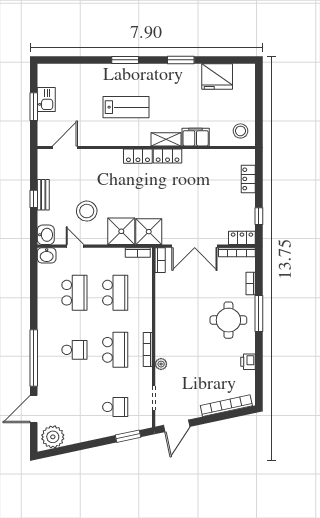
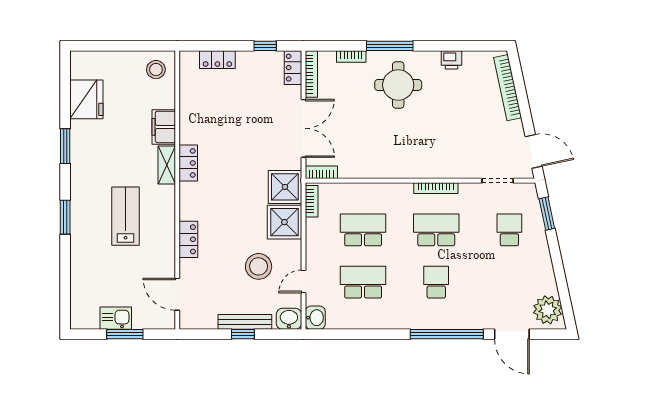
locker: (138, 156) -> (188, 239), moved
bench: (43, 195) -> (245, 322), width x1.36
plant: (161, 364) -> (454, 171), removed

